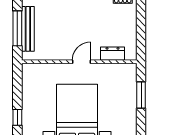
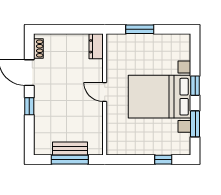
bench: (28, 29) -> (70, 148), width x0.73
dresser: (113, 54) -> (96, 46), moved

